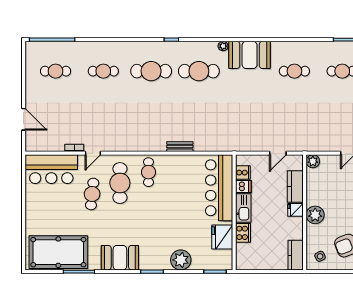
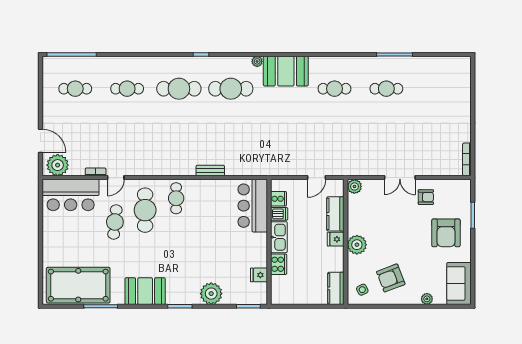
plant: (39, 142) -> (58, 165), added
bar counter: (219, 188) -> (253, 206), width x0.73
fridge: (222, 237) -> (259, 275), width x0.53, depth x0.75

